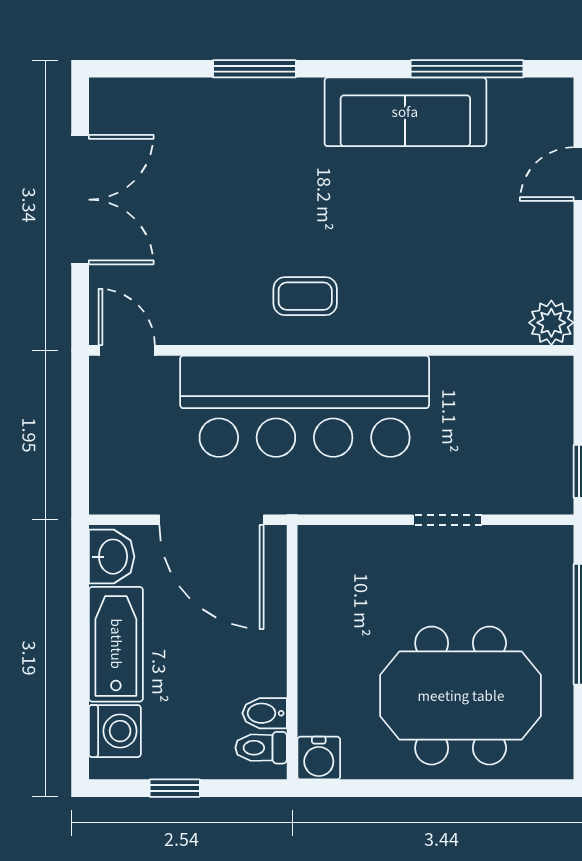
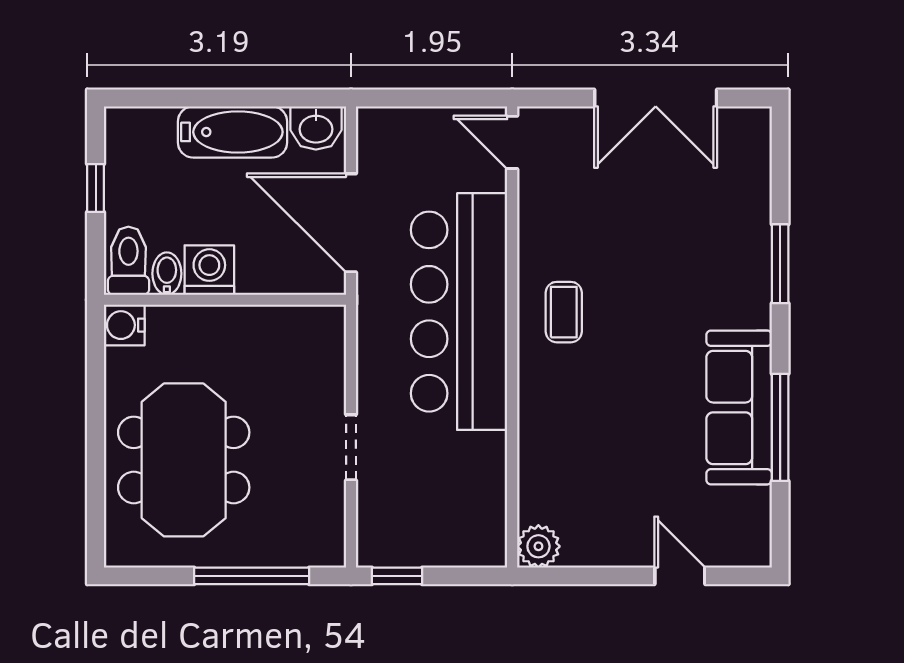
window: (467, 69) -> (780, 427), moved
door: (127, 350) -> (512, 142), swing flipped
door: (211, 520) -> (351, 223), hinge flipped
washing machine: (115, 731) -> (209, 270), moved, turned 180
toilet: (261, 748) -> (128, 261), width x1.37, depth x1.39

